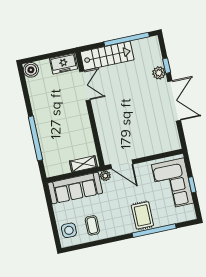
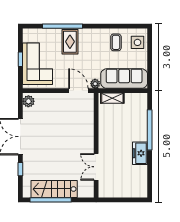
stairs: (107, 56) -> (54, 189), moved
freezer: (64, 64) -> (140, 153), moved, turned -90
boiler: (31, 70) -> (141, 191), removed
plant: (159, 73) -> (28, 101), moved

